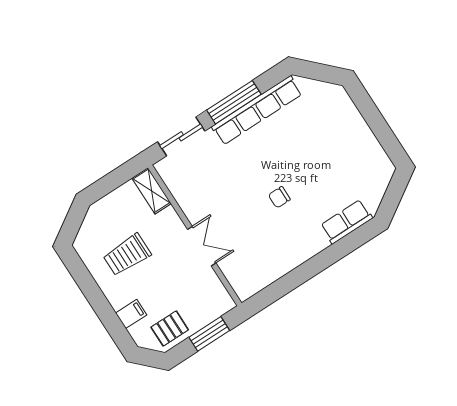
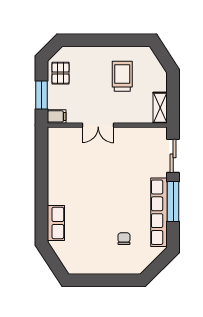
shelving: (151, 191) -> (160, 108), moved, turned 90
chair: (279, 197) -> (124, 239), moved
filing cabinet: (131, 314) -> (57, 116), moved, turned -90

